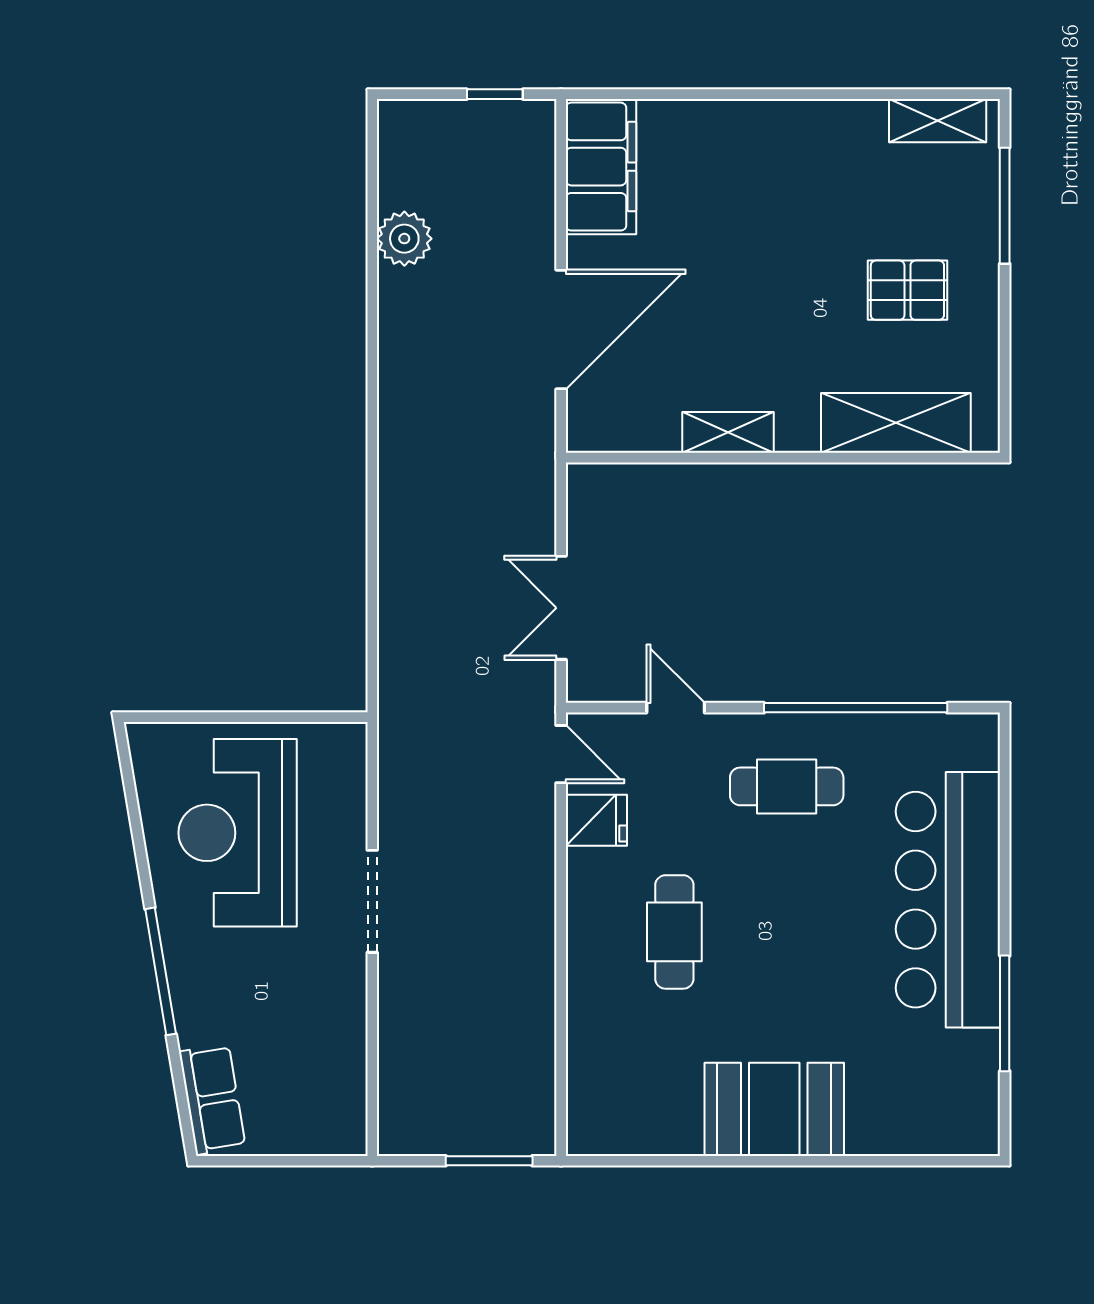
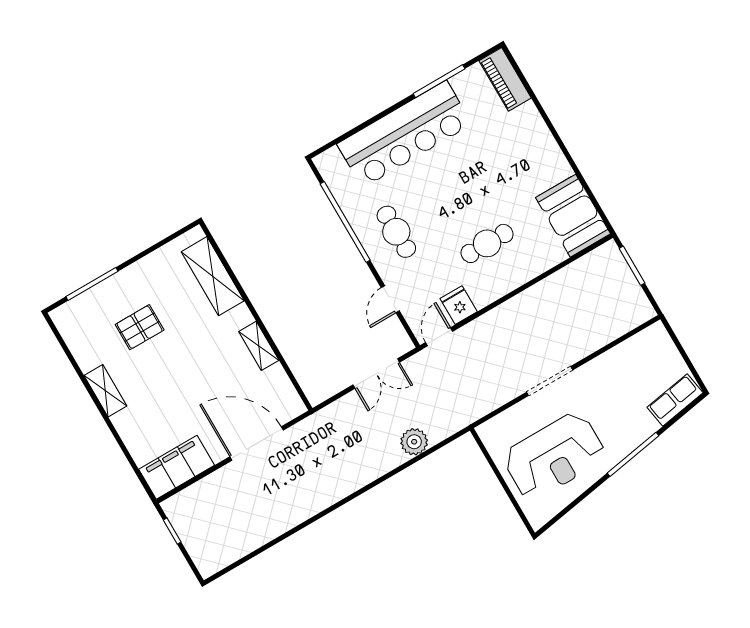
shelving: (938, 121) -> (105, 391), moved
plant: (404, 239) -> (414, 442), moved
pallet: (907, 290) -> (140, 327), moved, turned 90
booth: (774, 1109) -> (573, 216), moved
piano: (941, 1130) -> (505, 79), added

